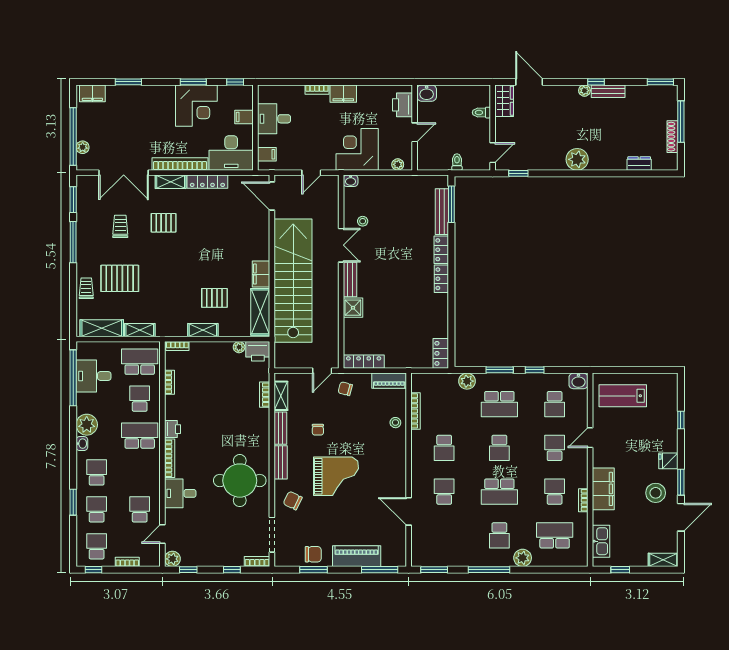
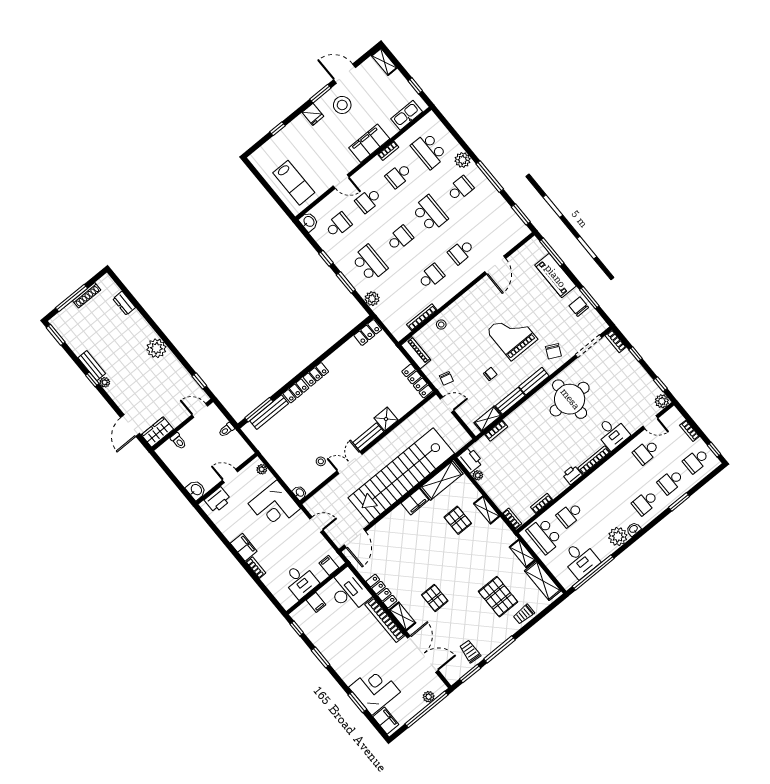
corner desk: (196, 106) -> (374, 690), moved
trolley: (120, 226) -> (470, 651), moved, turned 94
school desk: (140, 436) -> (595, 494), removed

